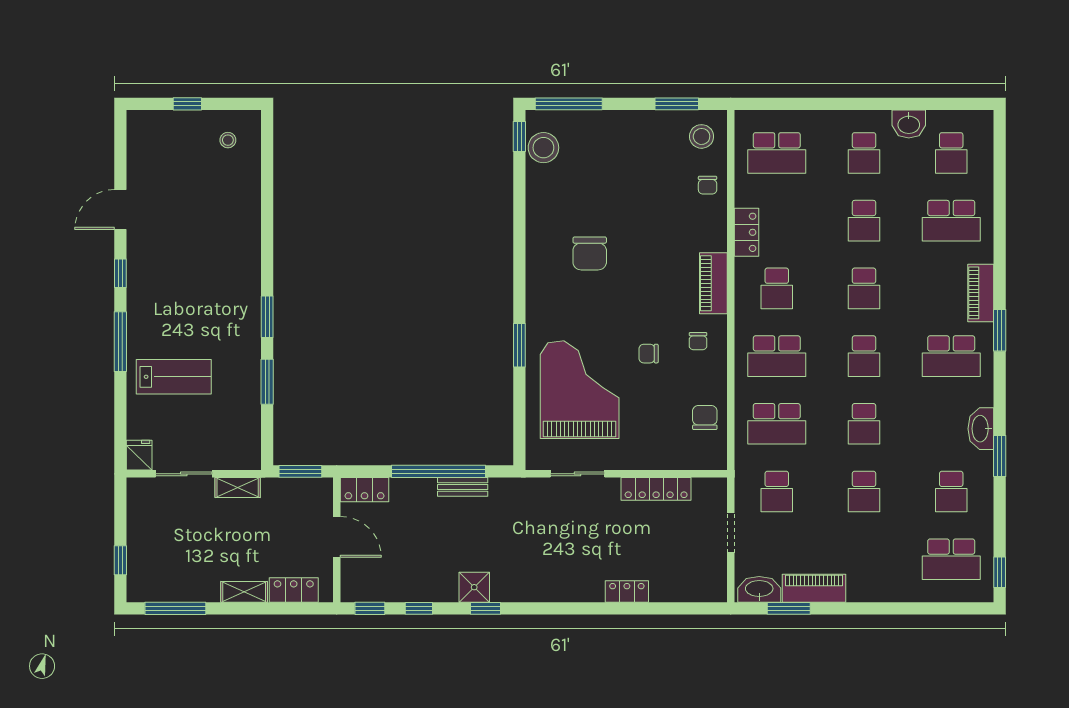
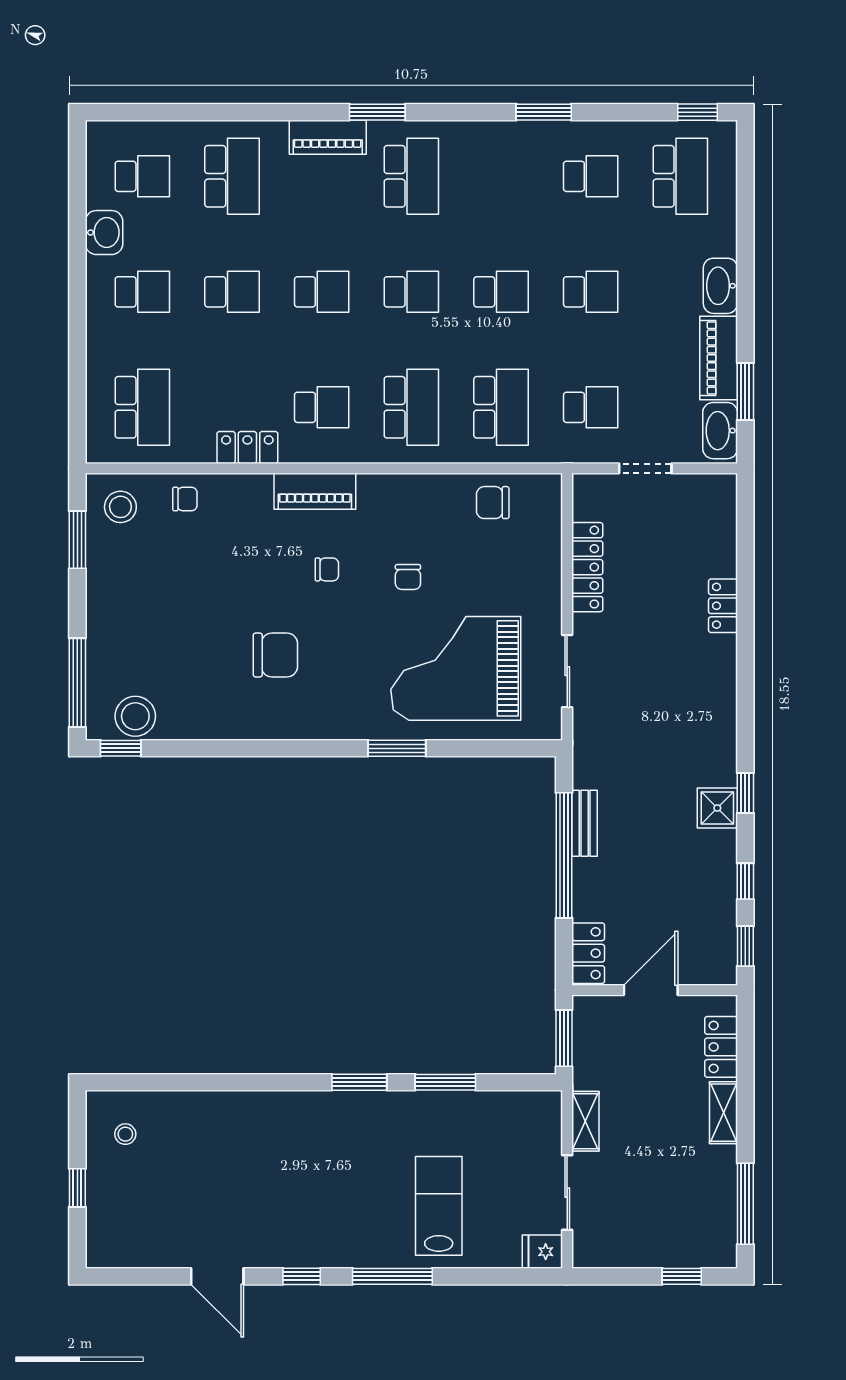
chair: (698, 341) -> (327, 569), moved
washbasin: (981, 429) -> (720, 286), moved, turned 90

